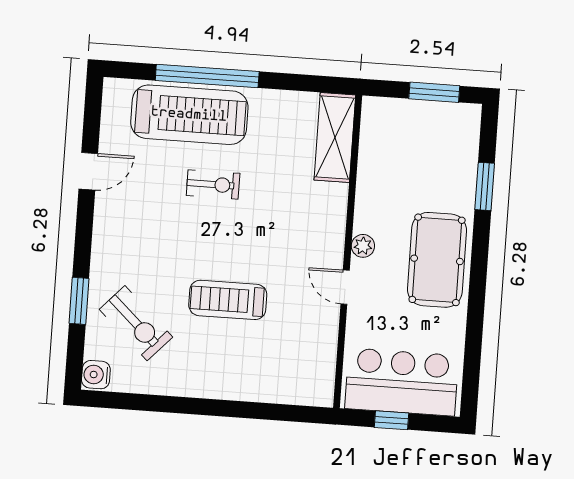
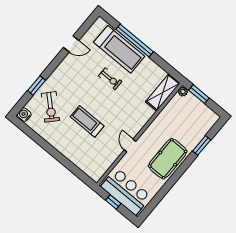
window: (434, 92) -> (199, 94), moved
plant: (363, 246) -> (183, 92), moved

